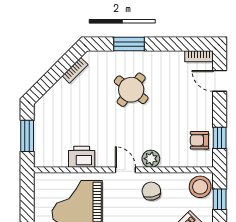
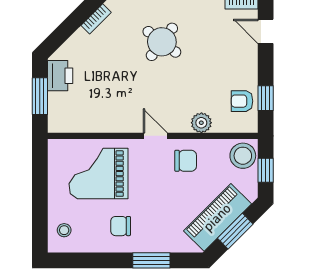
printer: (82, 157) -> (60, 76), moved, turned 90
plant: (151, 159) -> (201, 123), moved
chair: (151, 191) -> (186, 161), turned 101

